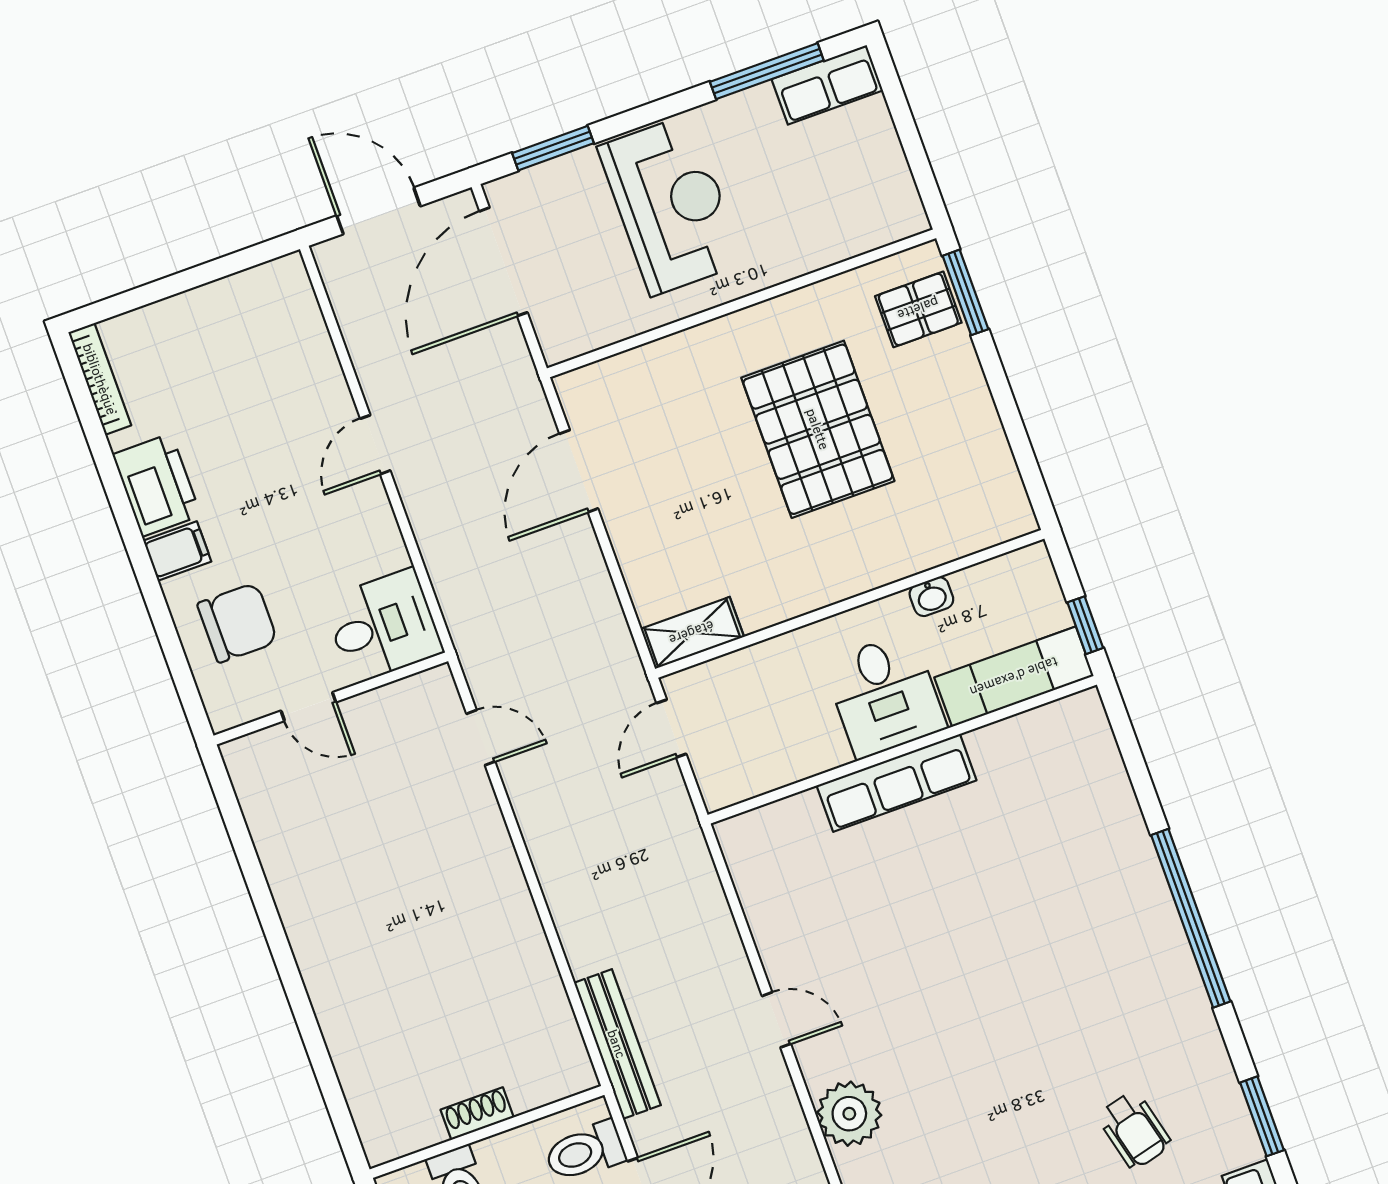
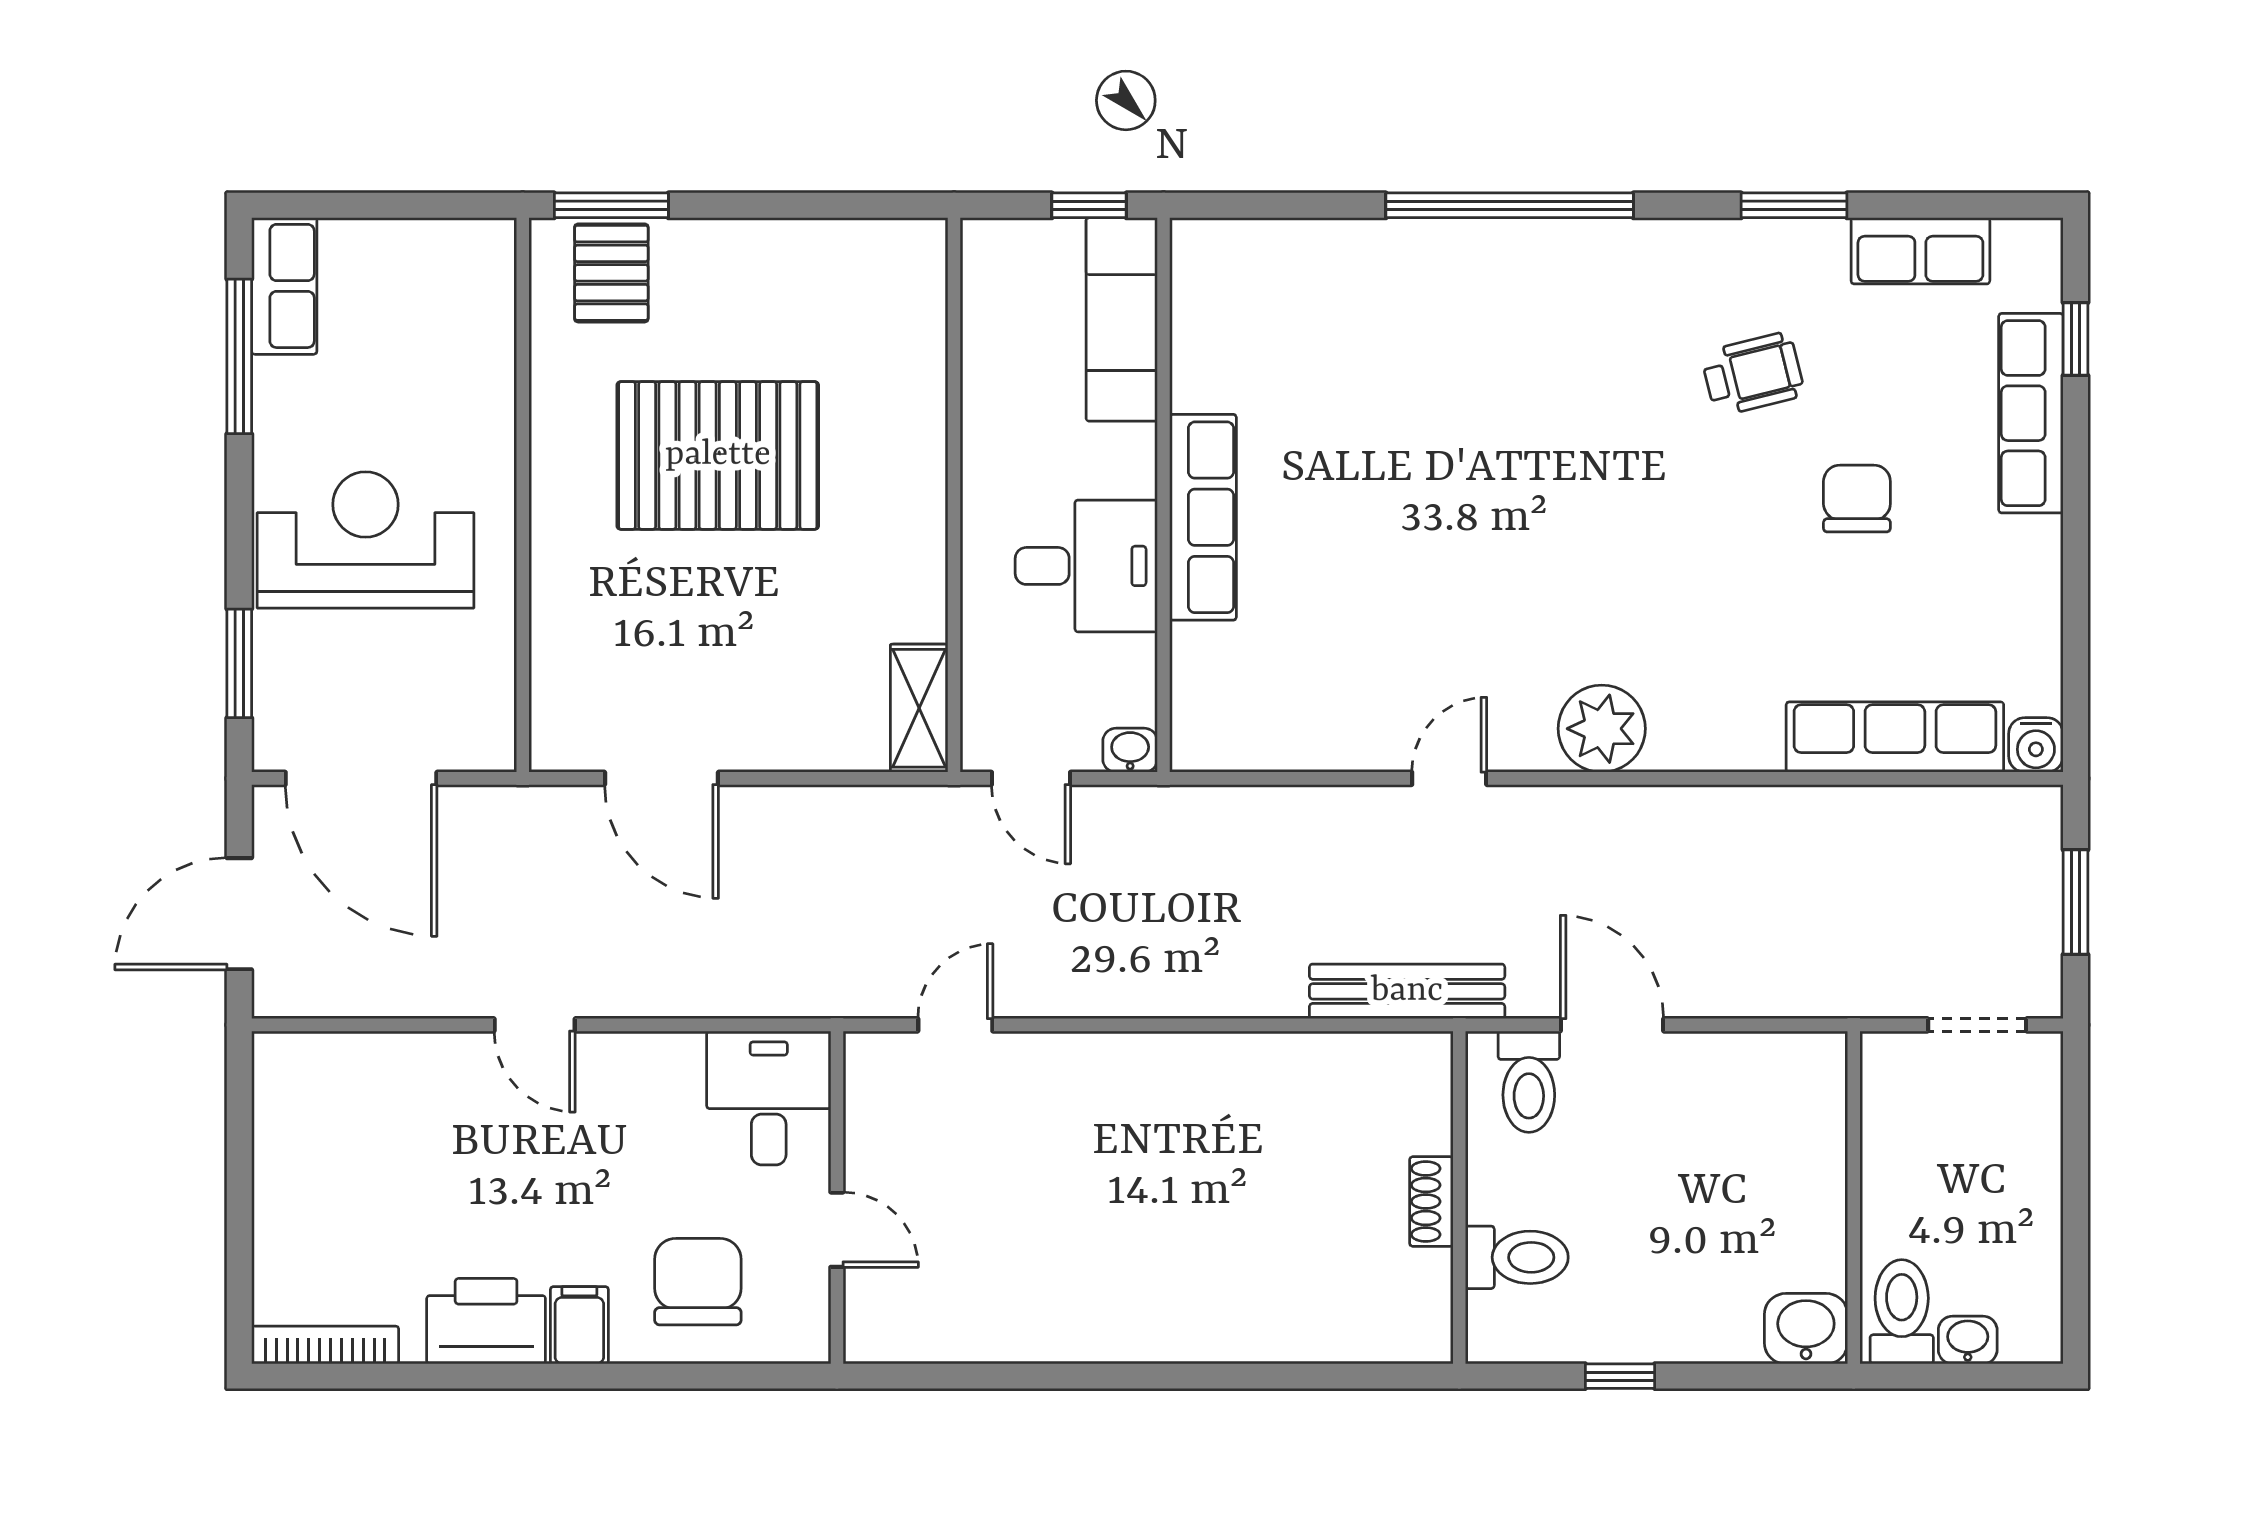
washbasin: (931, 597) -> (1130, 750), moved, turned -90
desk: (885, 695) -> (1086, 566), moved
door: (308, 707) -> (837, 1230), hinge flipped

